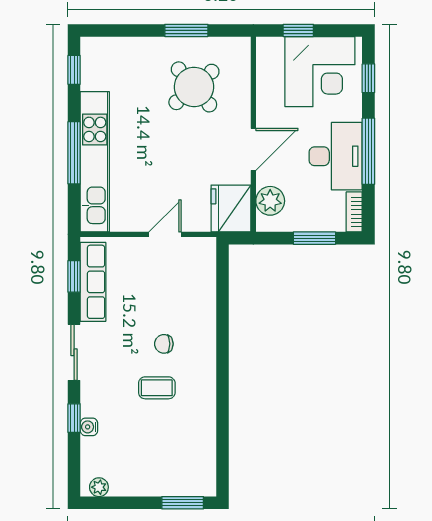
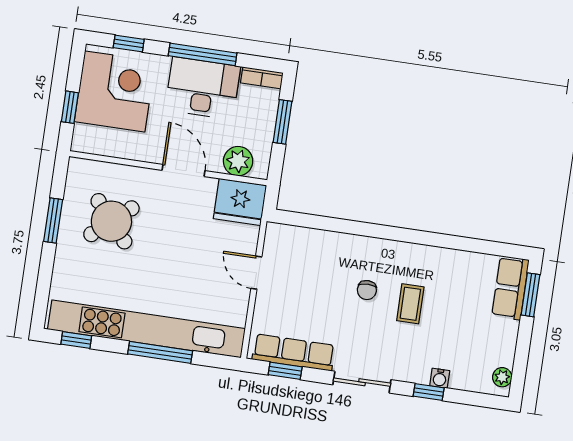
kitchen unit: (95, 162) -> (146, 329), width x1.36
row of seats: (186, 482) -> (510, 288), added

